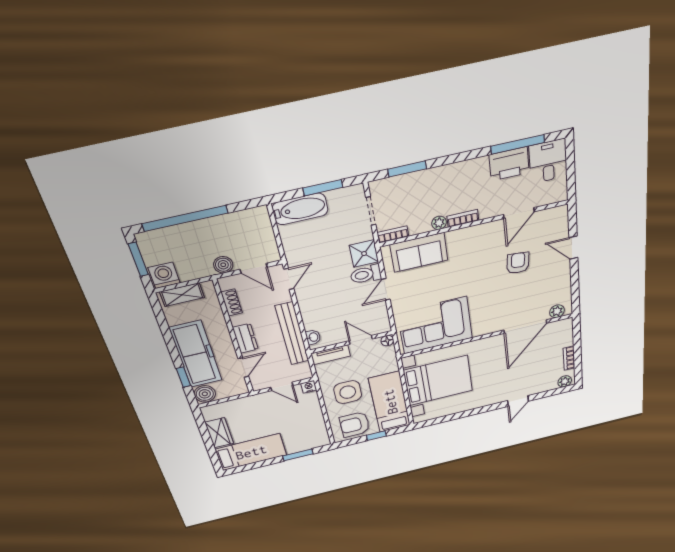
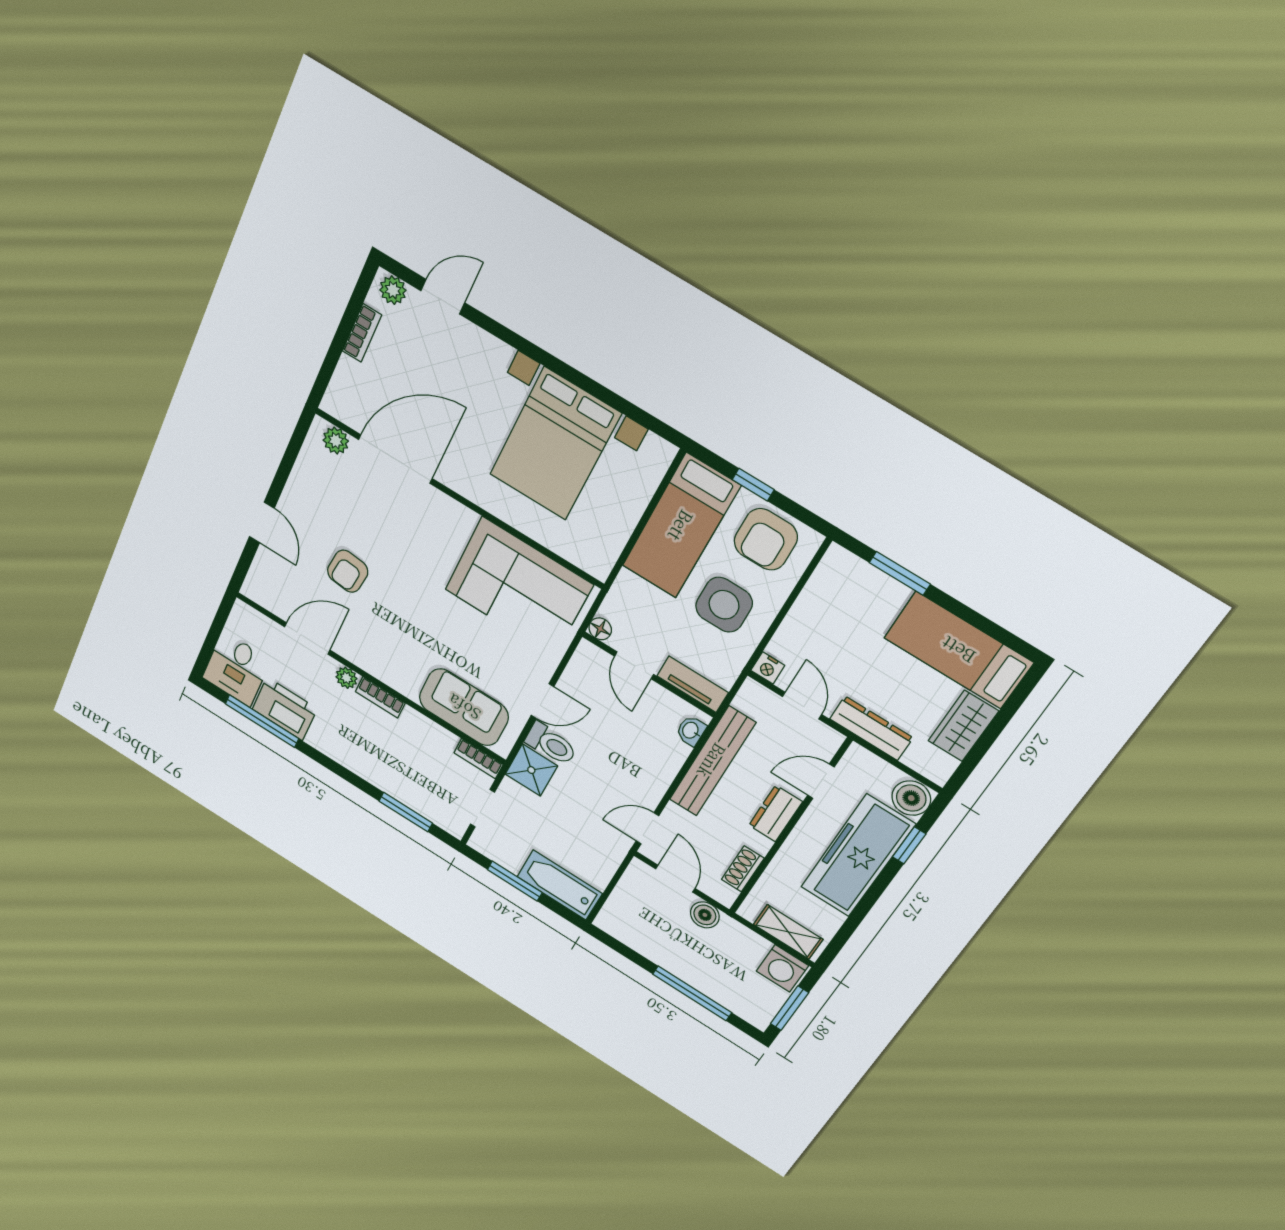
window: (185, 218) -> (692, 993), width x0.68
plant: (439, 223) -> (346, 678), moved
bed with nightstands: (438, 380) -> (555, 444), moved, turned -90
door: (518, 401) -> (443, 297), moved
dresser: (248, 403) -> (871, 728), added
armchair: (355, 425) -> (766, 539), turned 90

